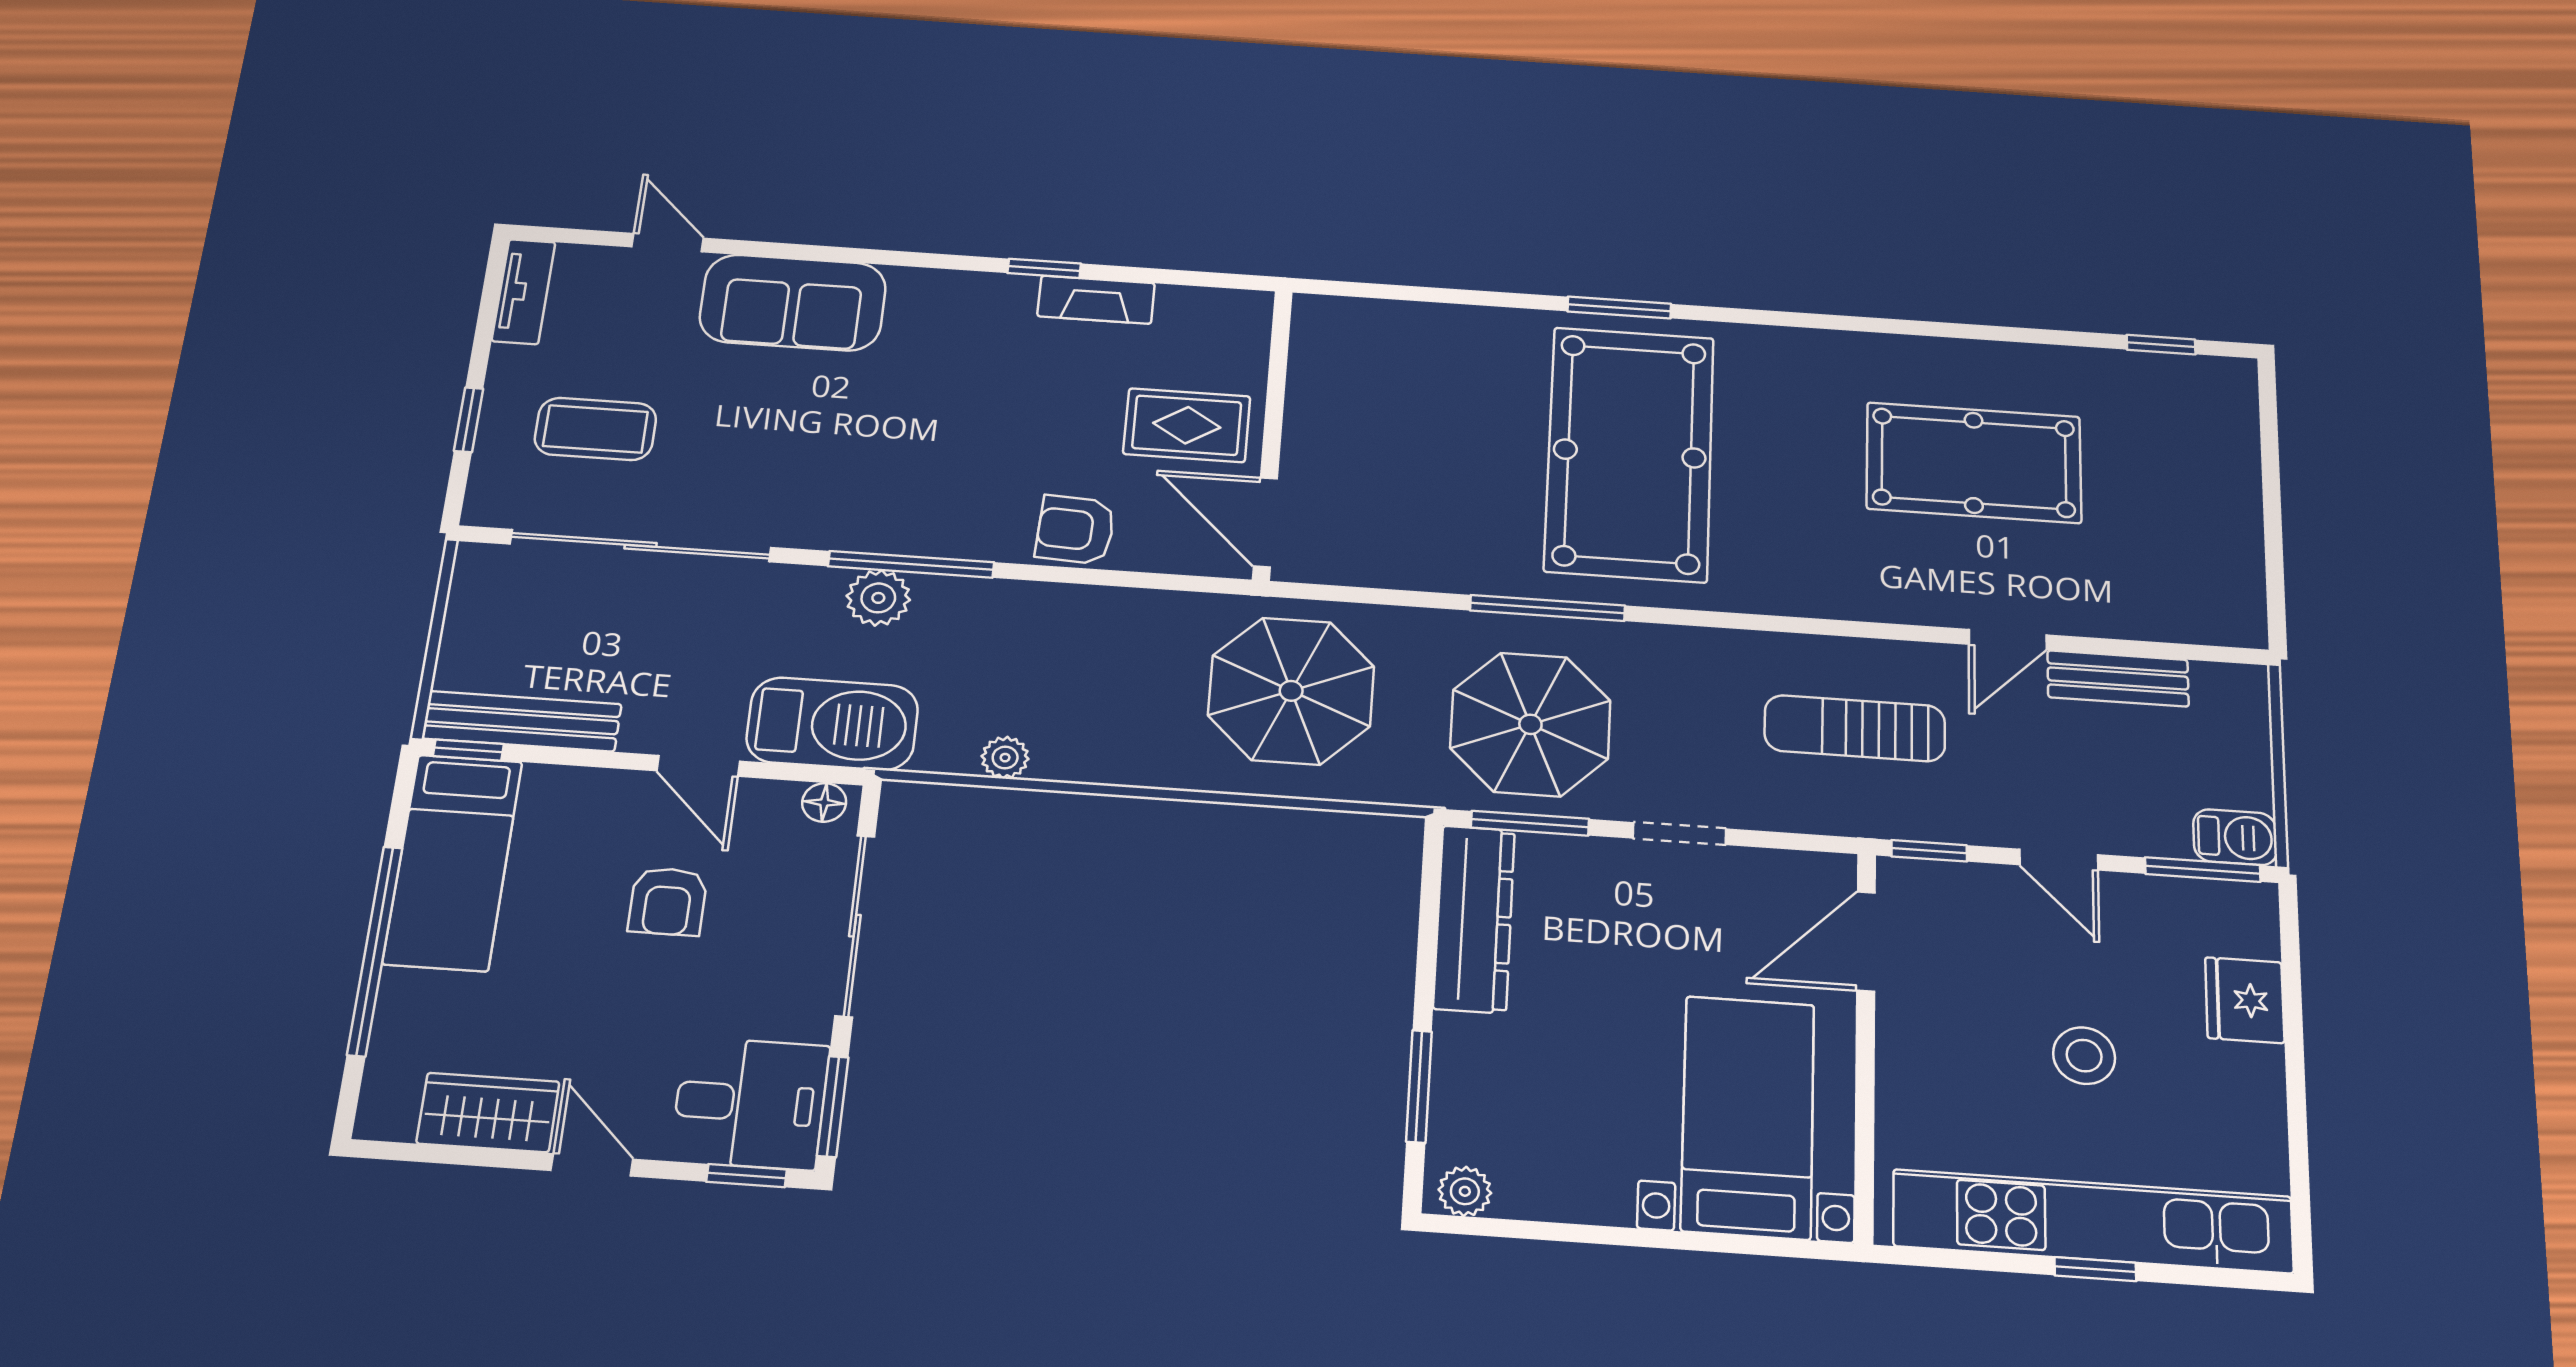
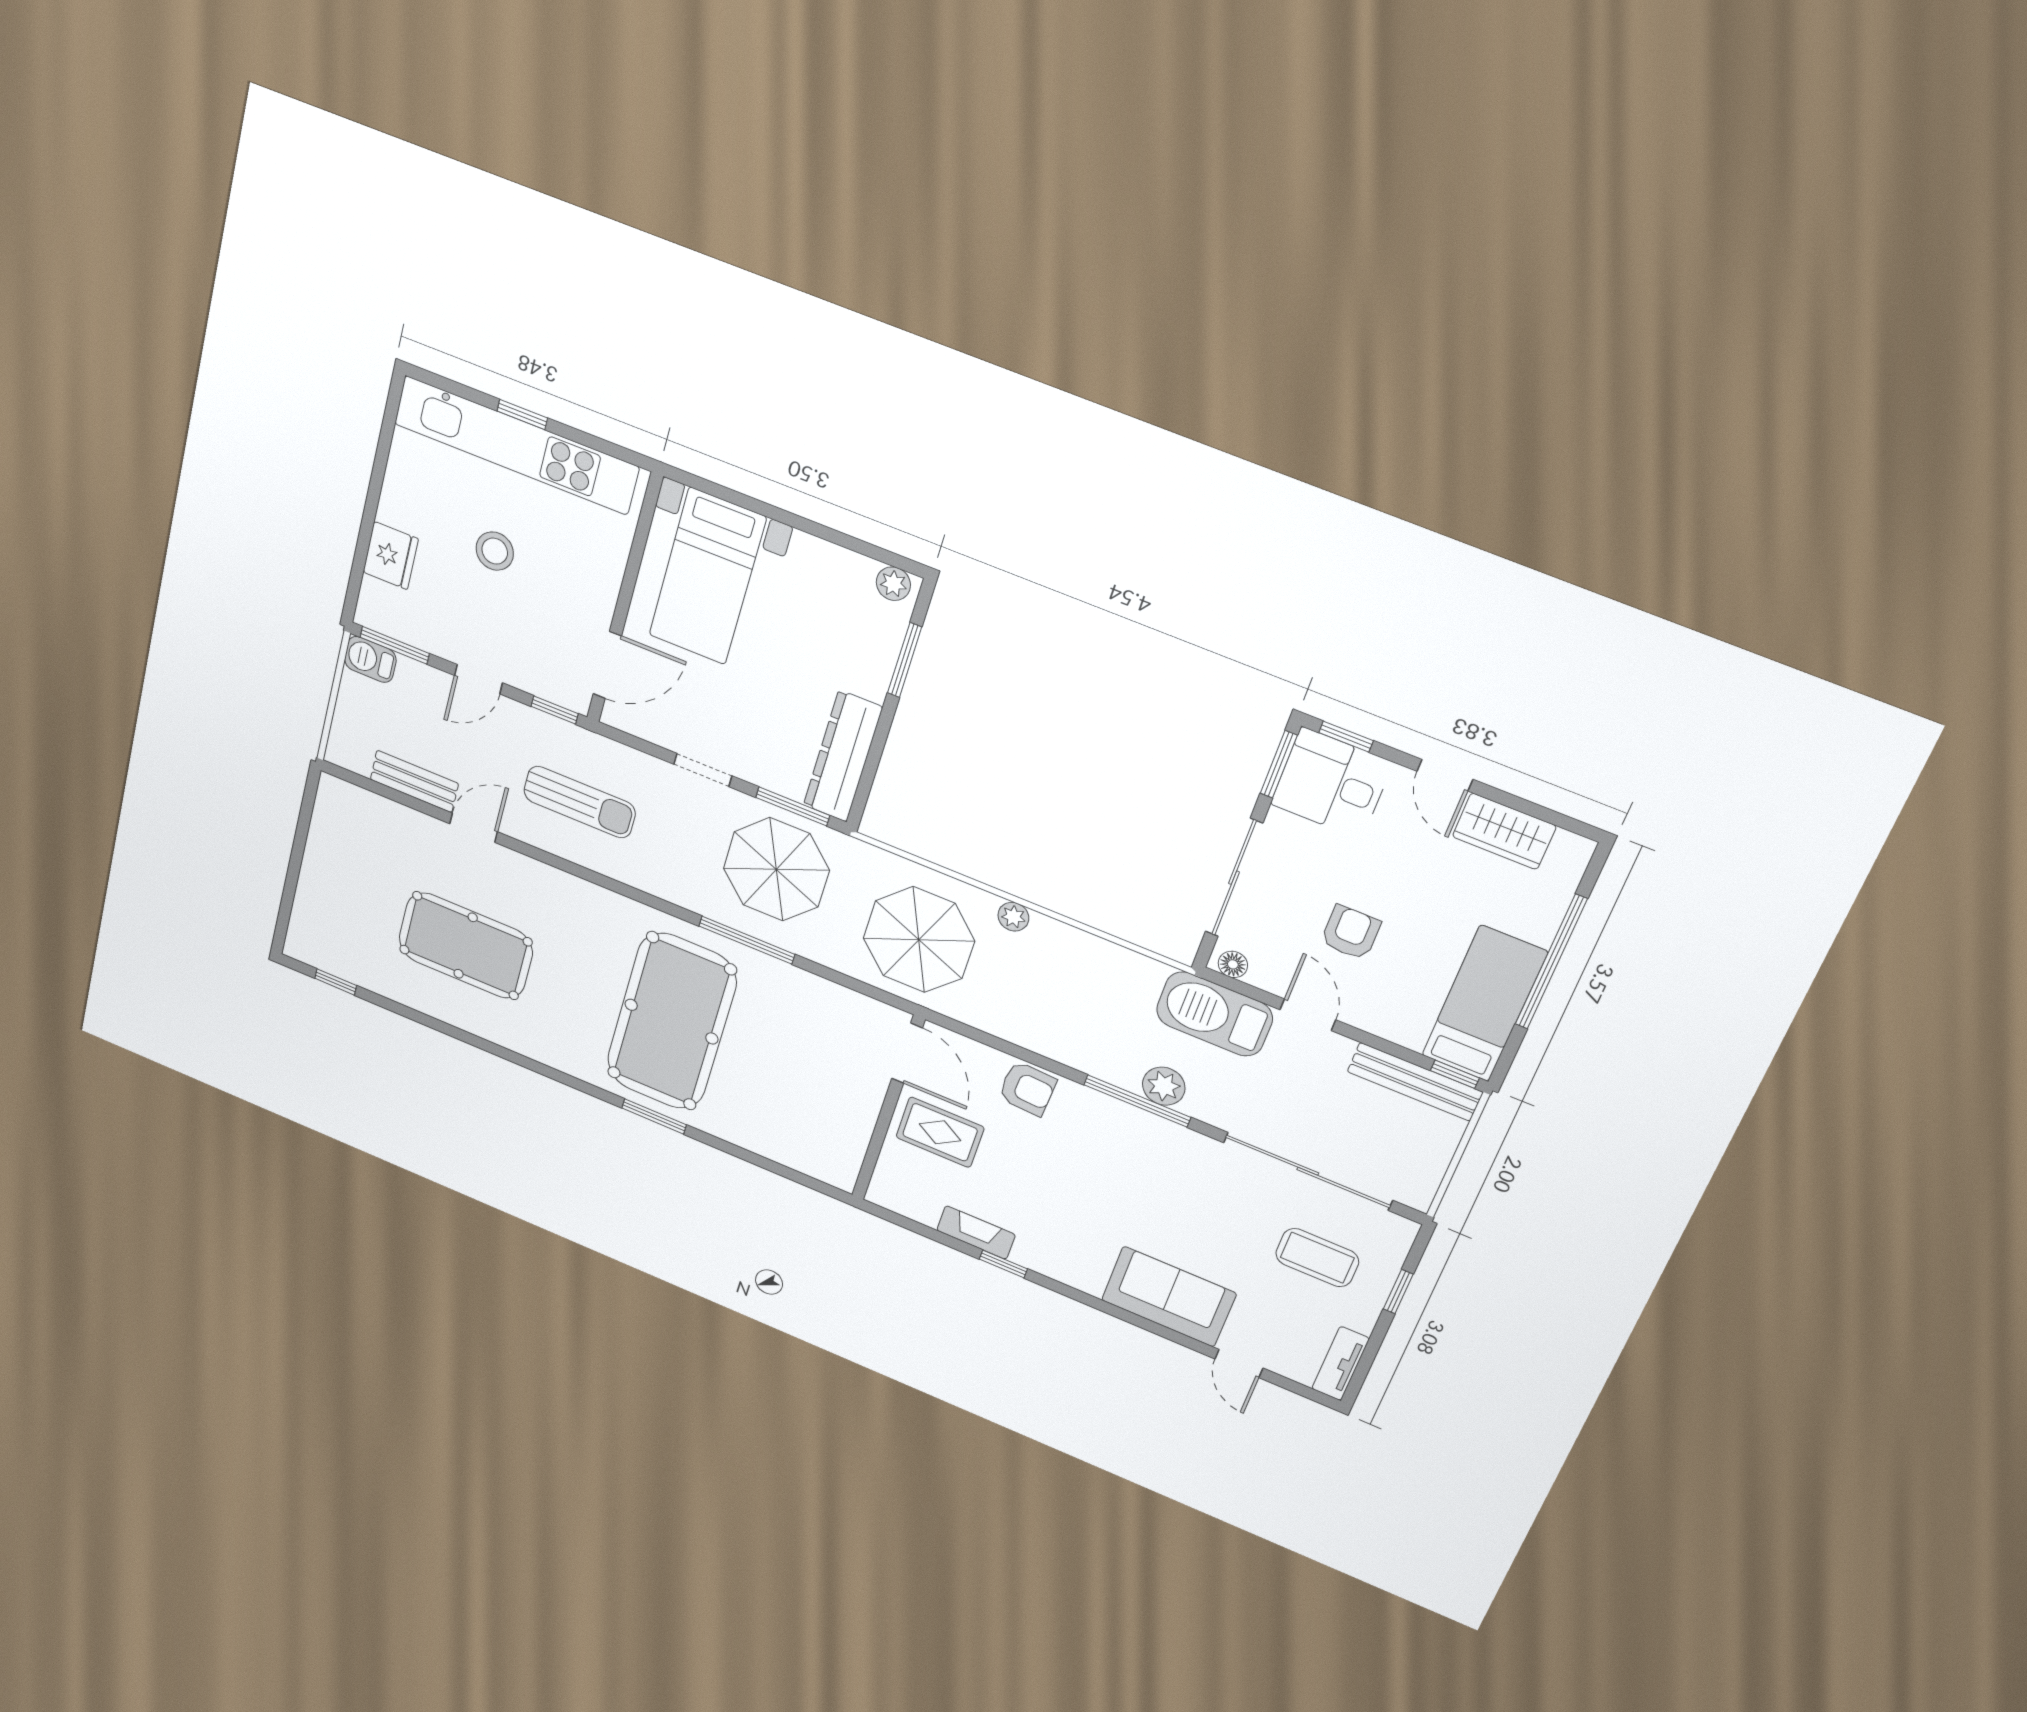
plant: (1005, 758) -> (1013, 917), moved
door: (2059, 860) -> (478, 679), swing flipped

